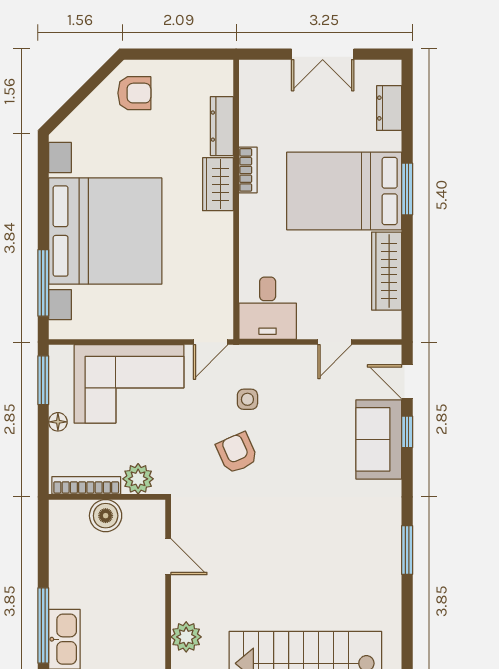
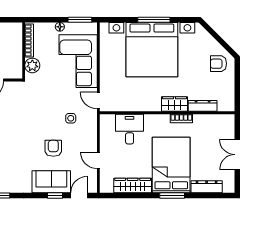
armchair: (134, 93) -> (218, 64), turned 90
dresser: (389, 108) -> (207, 187), width x1.44
window: (43, 283) -> (154, 20), moved
desk: (268, 308) -> (130, 129), moved, turned 90
armchair: (237, 453) -> (53, 148), moved, turned -66
boiler: (106, 516) -> (15, 50), removed

